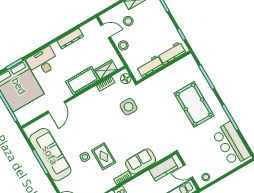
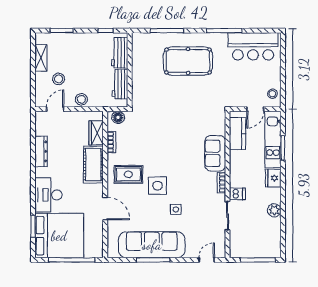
side table: (129, 107) -> (157, 186), moved
rug: (104, 156) -> (128, 174), moved

